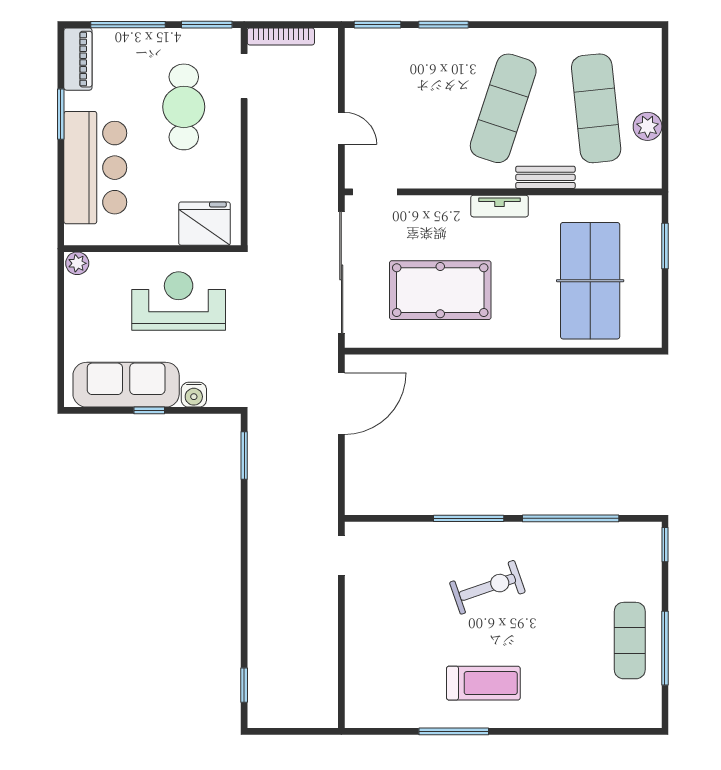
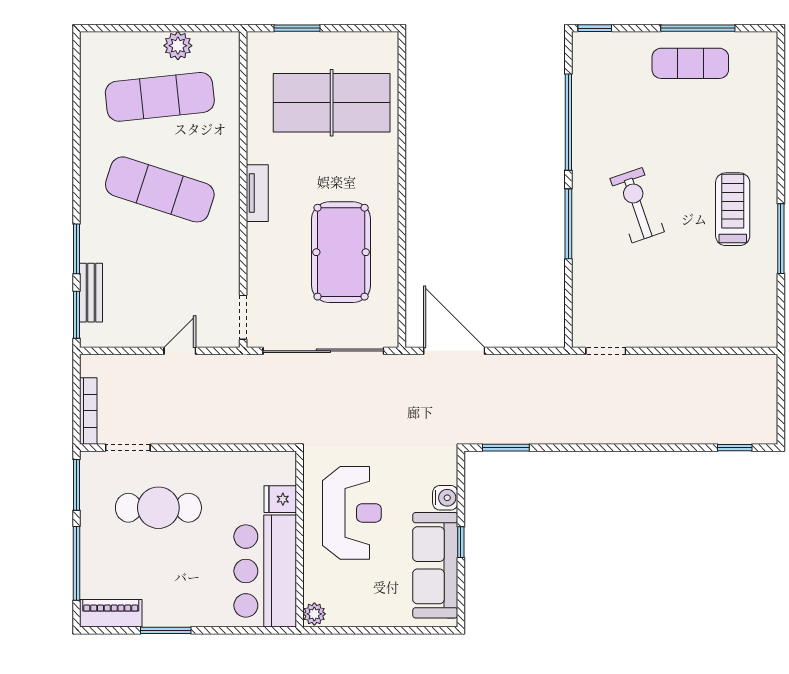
bar counter: (95, 168) -> (265, 571), moved, turned -90
bench: (545, 177) -> (91, 293), moved
fridge: (205, 224) -> (280, 499), width x0.53, depth x0.75
reception desk: (179, 301) -> (352, 513), turned 180

